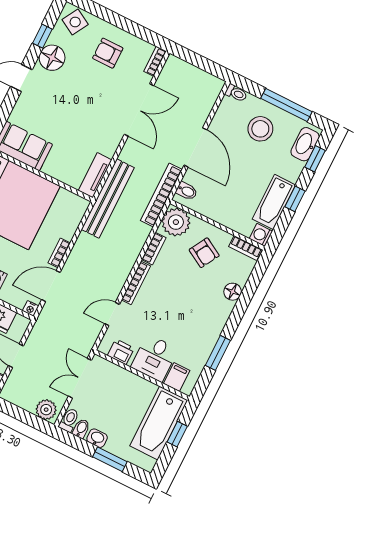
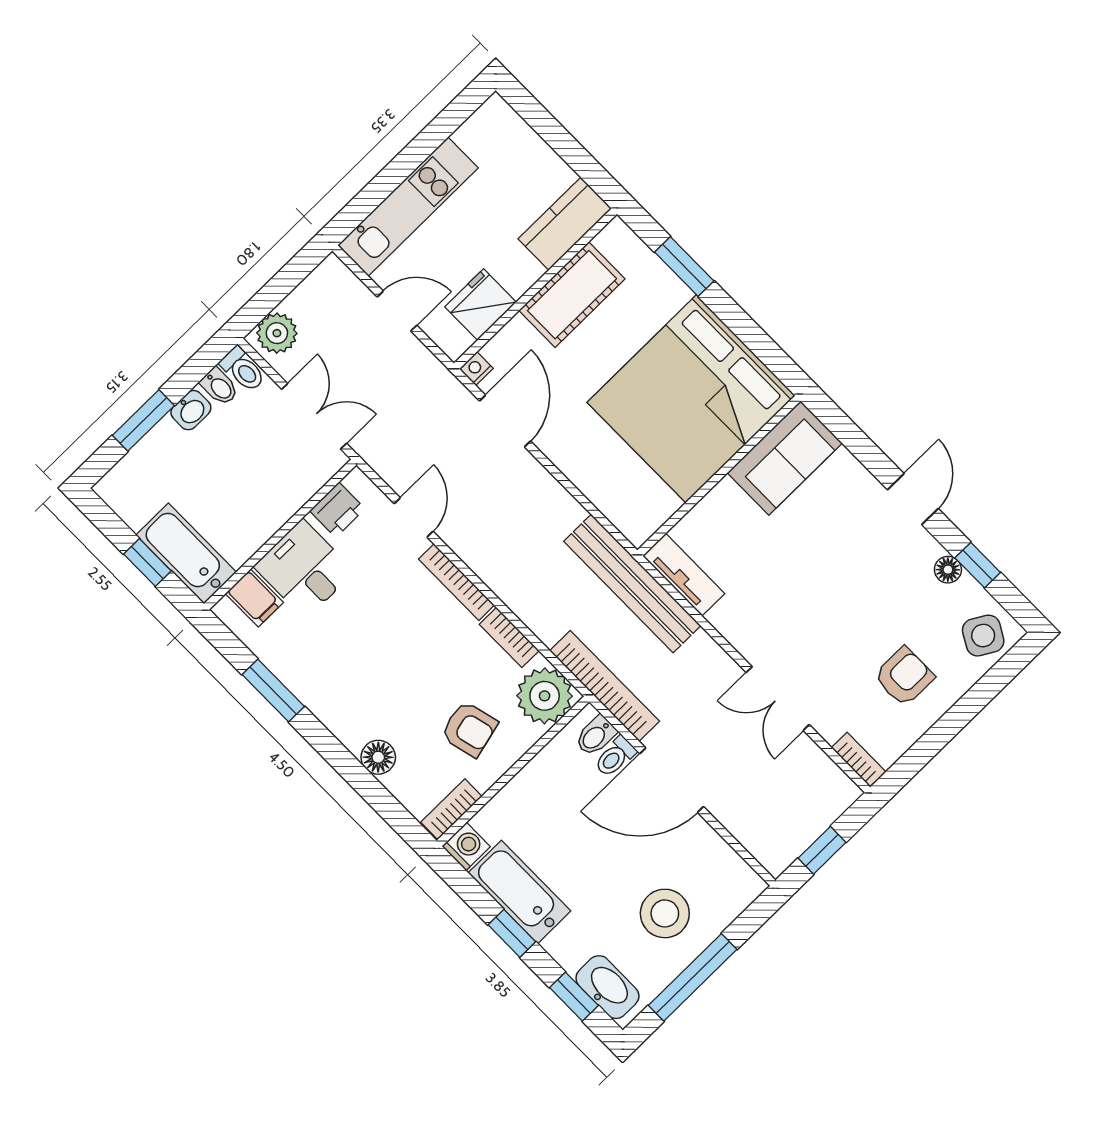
floor lamp: (52, 58) -> (948, 570), width x0.53, depth x0.53
window: (204, 64) -> (822, 850), added
toilet: (236, 93) -> (615, 757), moved
double door: (139, 110) -> (778, 699), width x0.73
bookcase: (59, 253) -> (562, 458), removed
armchair: (204, 253) -> (469, 729), turned -134
bathtub: (159, 423) -> (186, 553), width x0.73, depth x0.73

